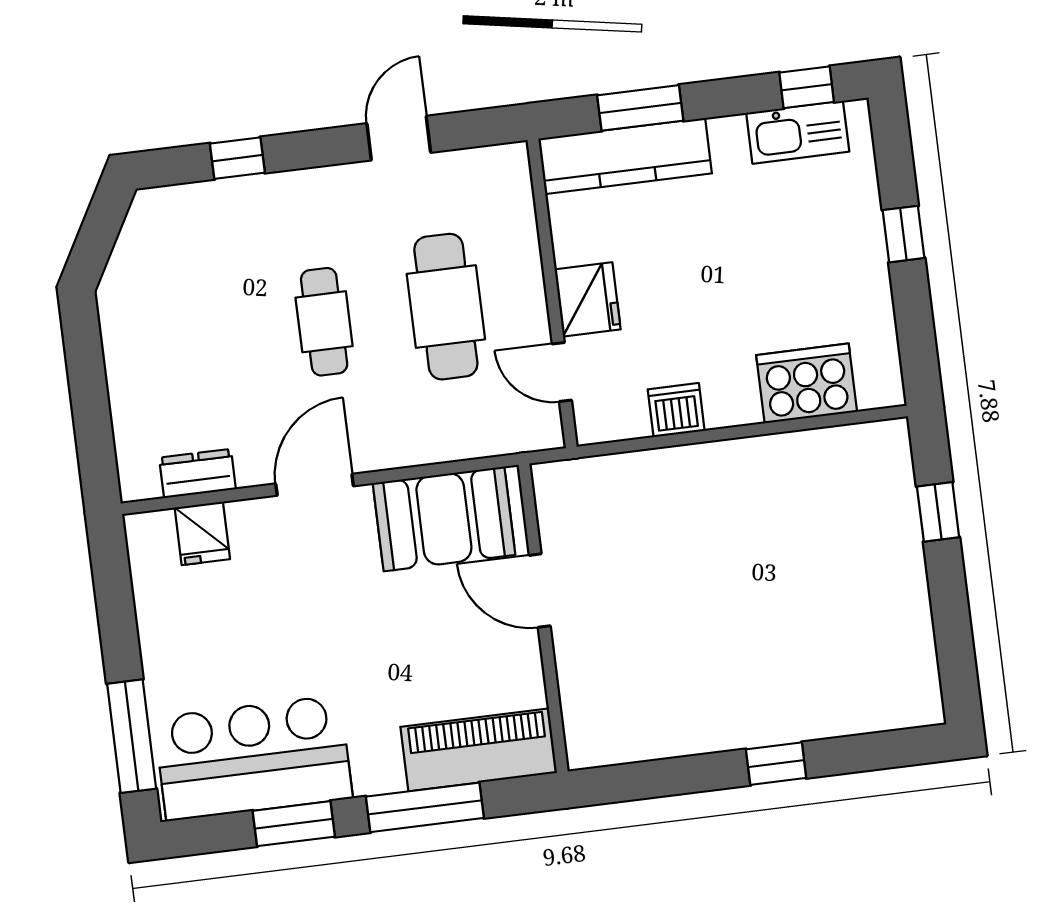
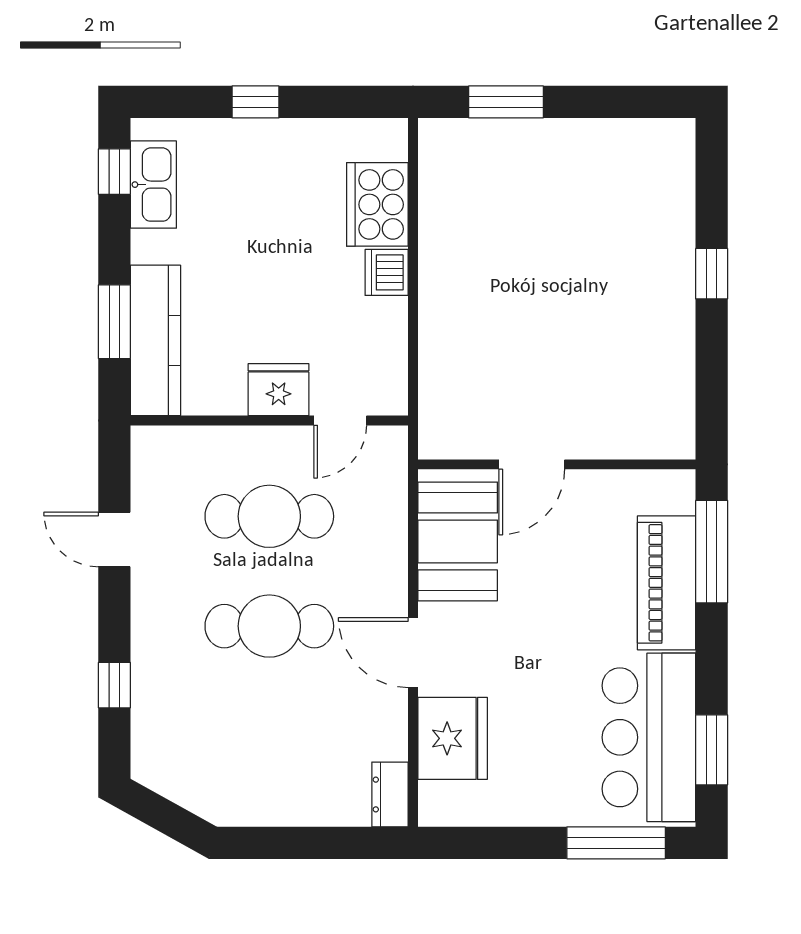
cafe table: (324, 322) -> (269, 626), width x1.37, depth x1.35
dishwasher: (676, 410) -> (387, 272), moved
dresser: (198, 473) -> (390, 795), moved
window: (938, 512) -> (506, 102), width x1.50
fridge: (202, 533) -> (453, 738), width x1.88, depth x1.34
piano: (479, 750) -> (667, 583), moved
window: (425, 807) -> (712, 552), moved
window: (294, 824) -> (712, 750), moved

